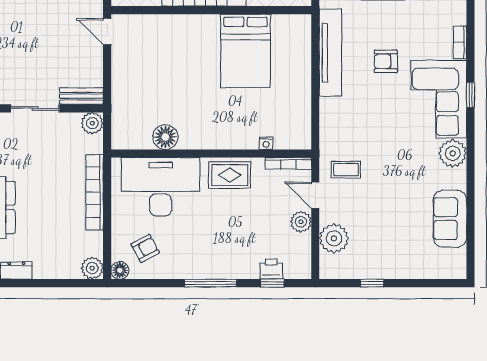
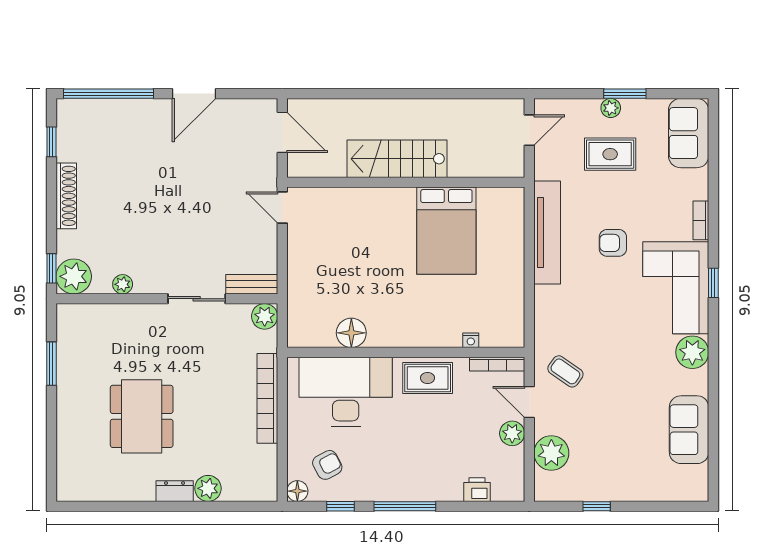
coffee table: (346, 170) -> (565, 371), turned 35
plant: (92, 268) -> (208, 488), moved
window: (272, 283) -> (340, 506), moved

